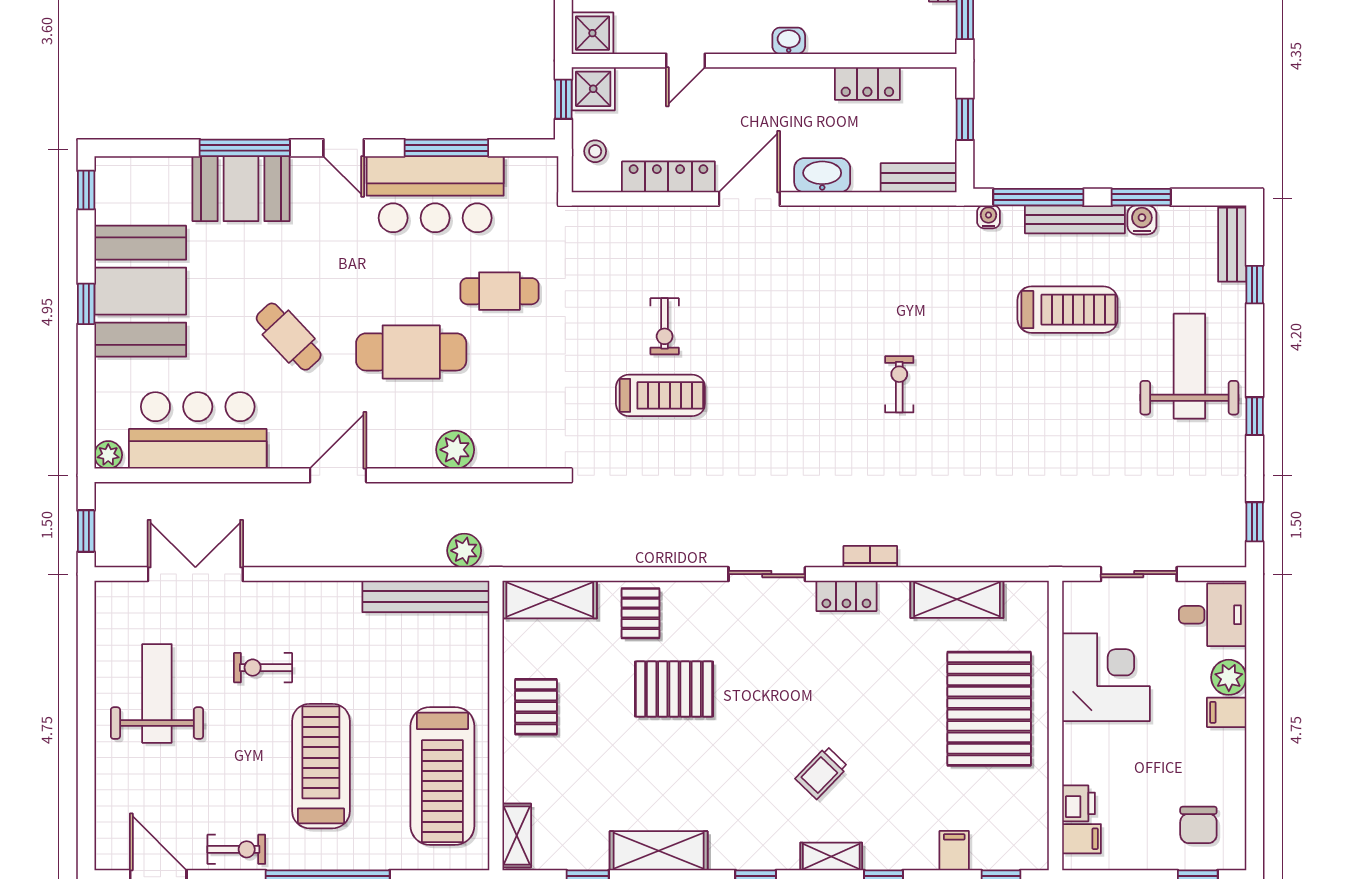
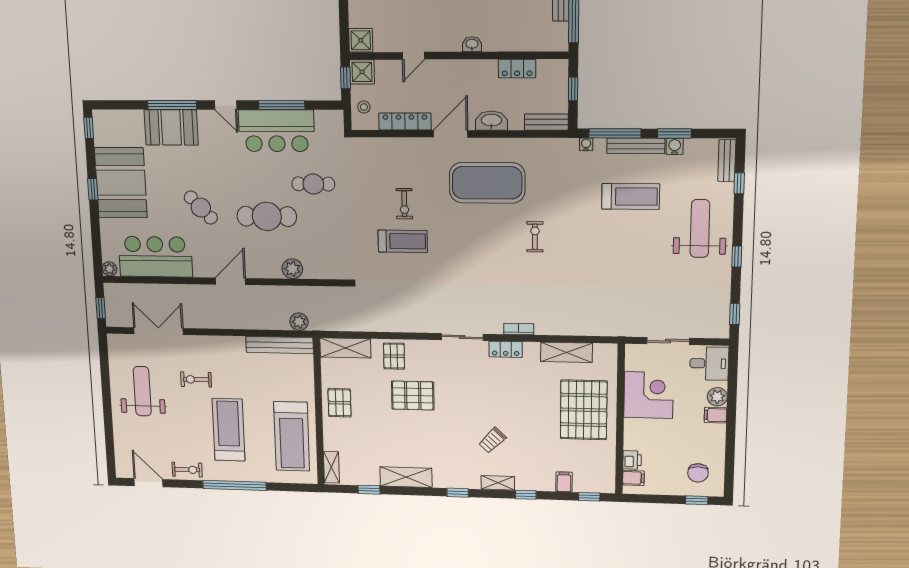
exercise mat: (814, 287) -> (487, 183), added

